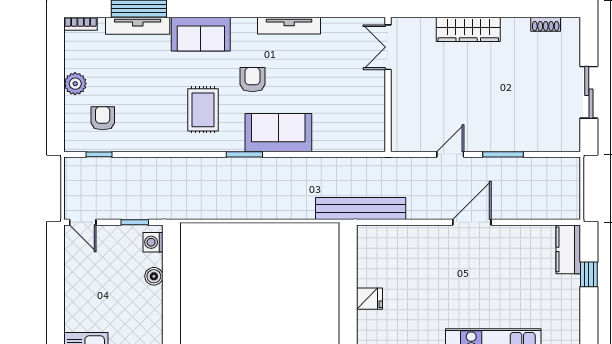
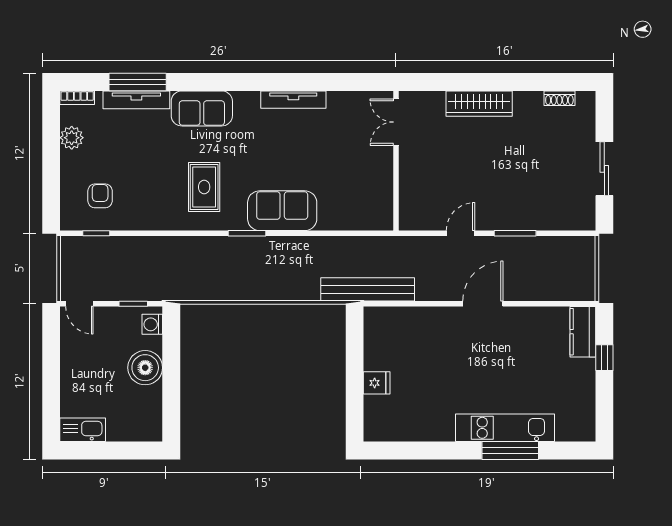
armchair: (252, 80) -> (255, 156), removed
plant: (75, 84) -> (72, 138), moved
boiler: (154, 276) -> (145, 368), width x1.86, depth x1.86

